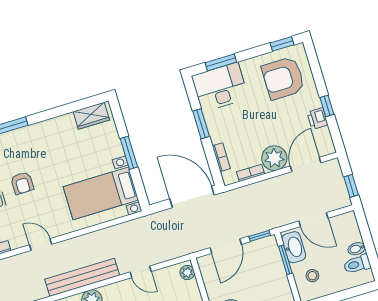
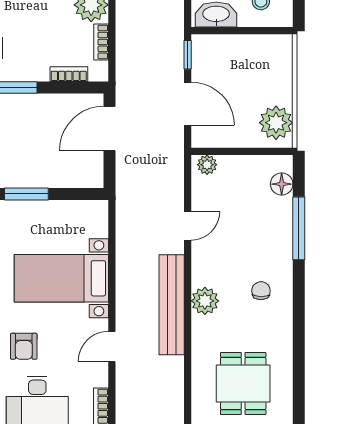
armchair: (22, 183) -> (24, 346), turned 90
bed with nightstands: (101, 193) -> (61, 278), moved, turned 90
door: (192, 197) -> (109, 128), width x0.73
window: (285, 260) -> (229, 31), removed

